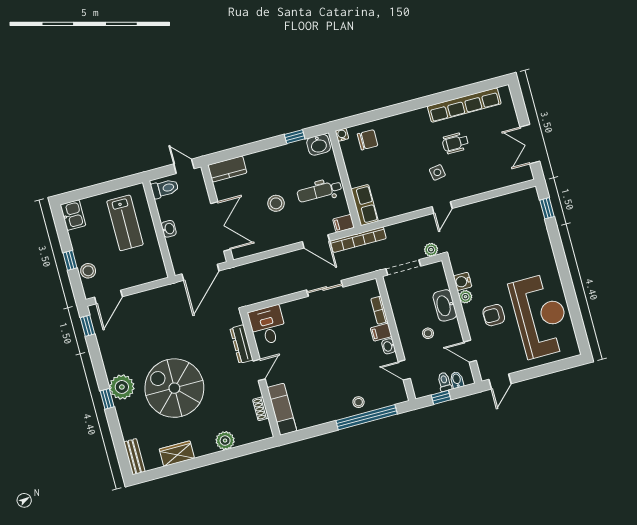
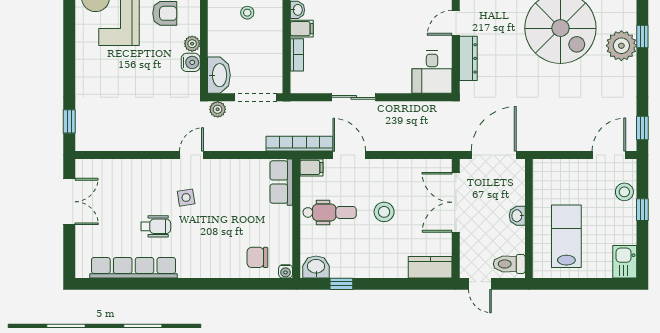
washbasin: (445, 305) -> (219, 75), moved

